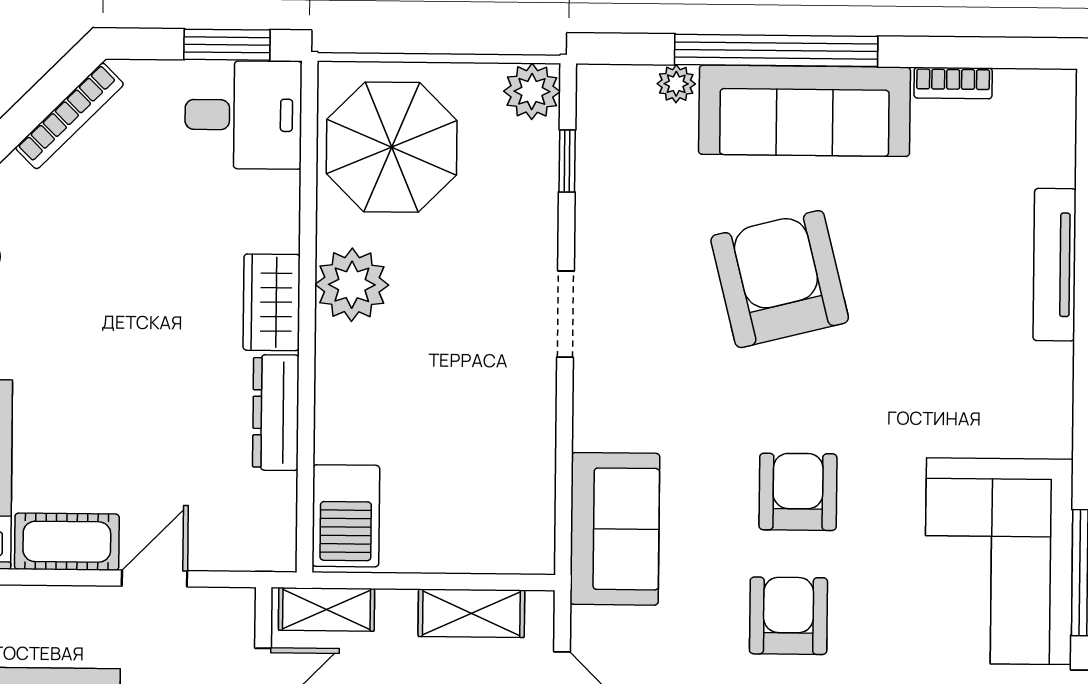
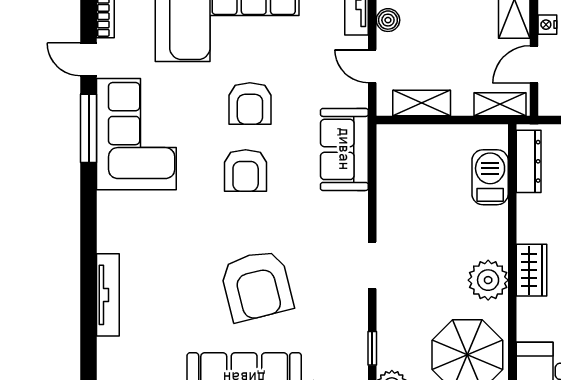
dresser: (276, 413) -> (529, 161), moved
barbecue: (346, 516) -> (490, 177), moved

